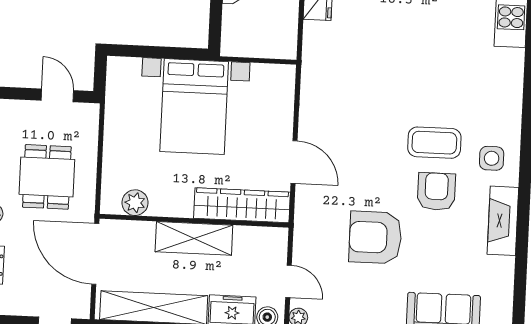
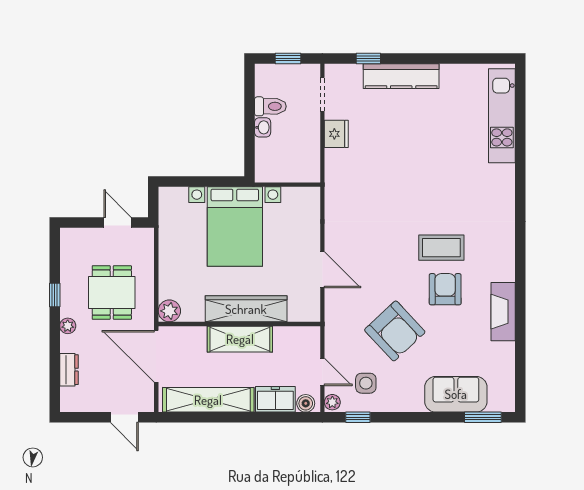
side table: (492, 158) -> (366, 383), moved
plant: (135, 203) -> (169, 311), moved
wardrobe: (242, 205) -> (246, 309), moved
armchair: (375, 237) -> (395, 331), turned -133

